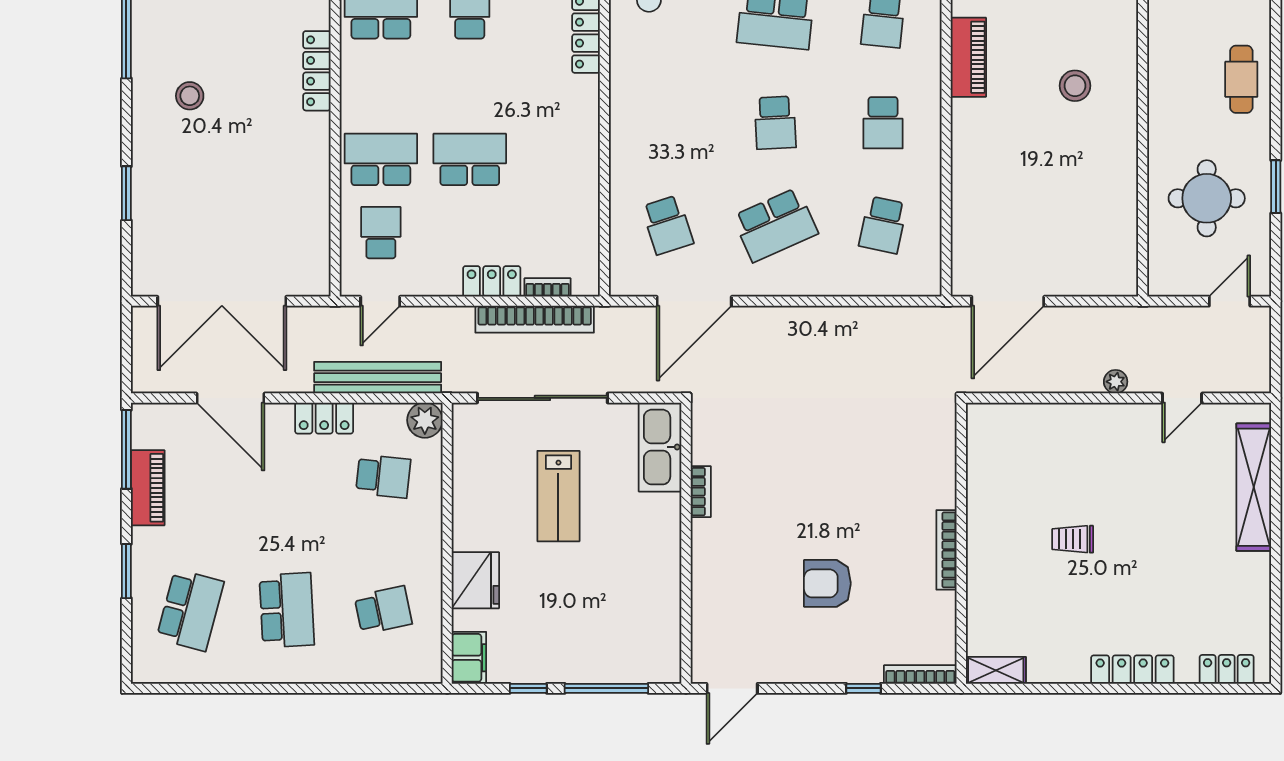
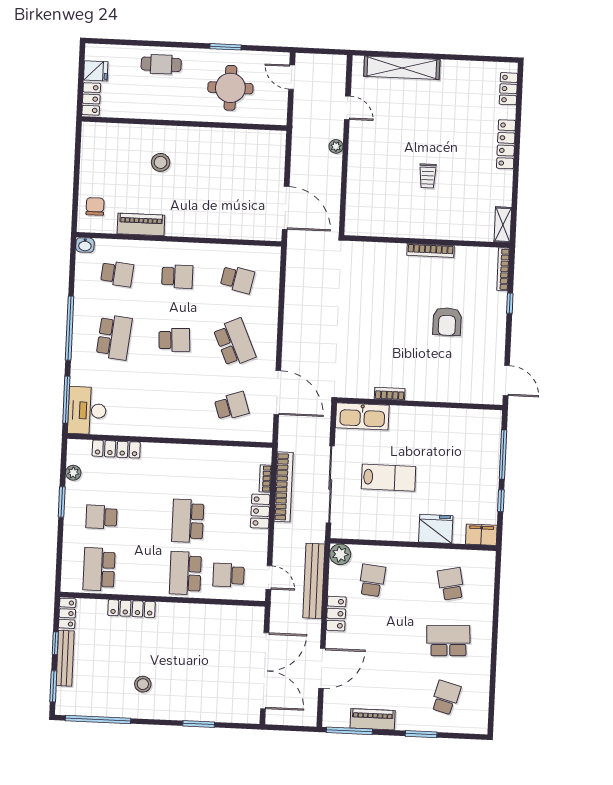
school desk: (190, 610) -> (446, 698), width x0.54

